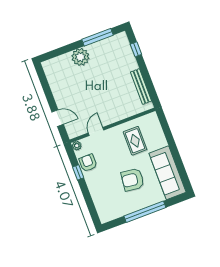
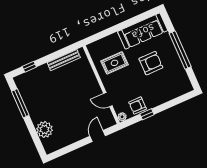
plant: (80, 57) -> (44, 129), moved
armchair: (133, 180) -> (151, 63), turned -97

